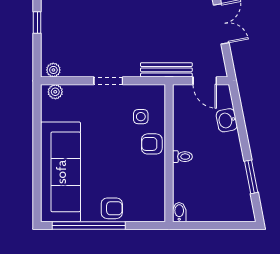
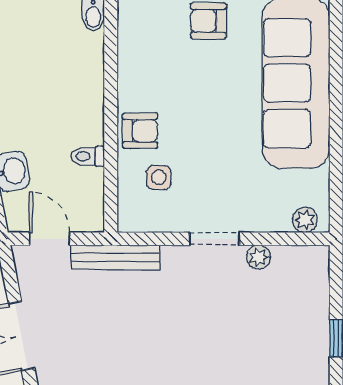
plant: (53, 70) -> (258, 257), moved
toilet: (182, 157) -> (88, 156), moved

